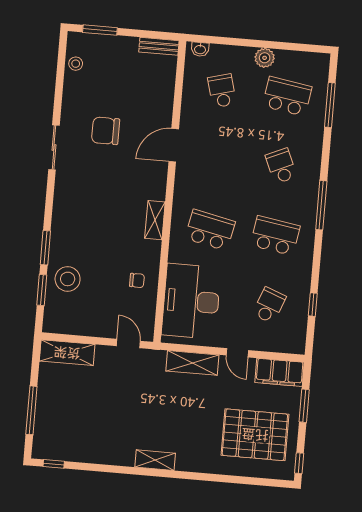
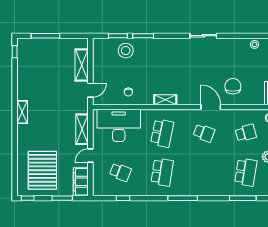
chair: (106, 131) -> (233, 86), moved
school desk: (281, 166) -> (204, 133), moved, turned 45
shelving: (67, 353) -> (82, 65), moved

